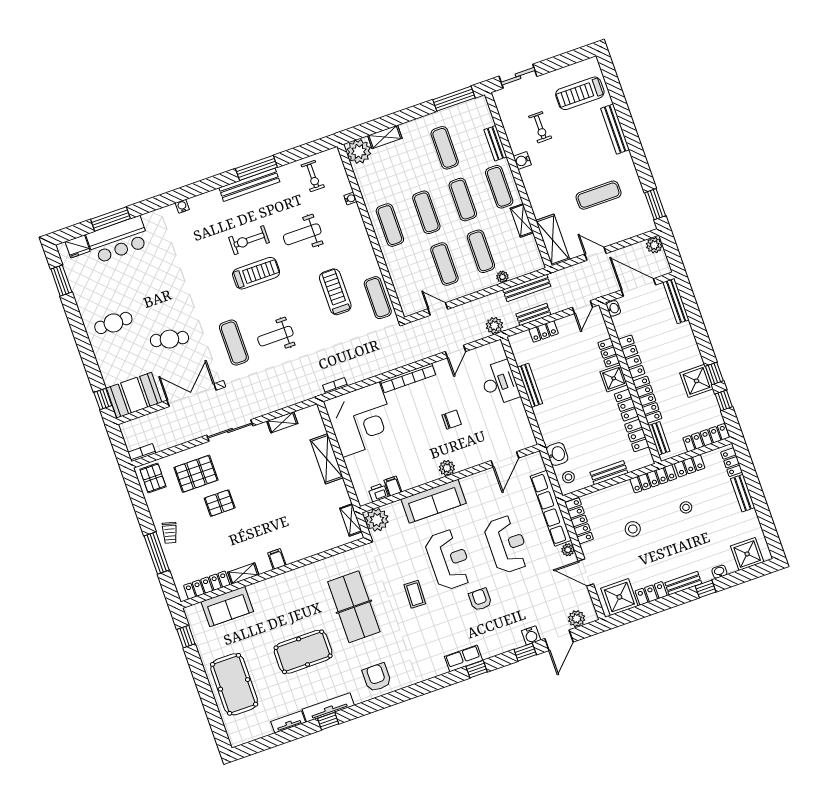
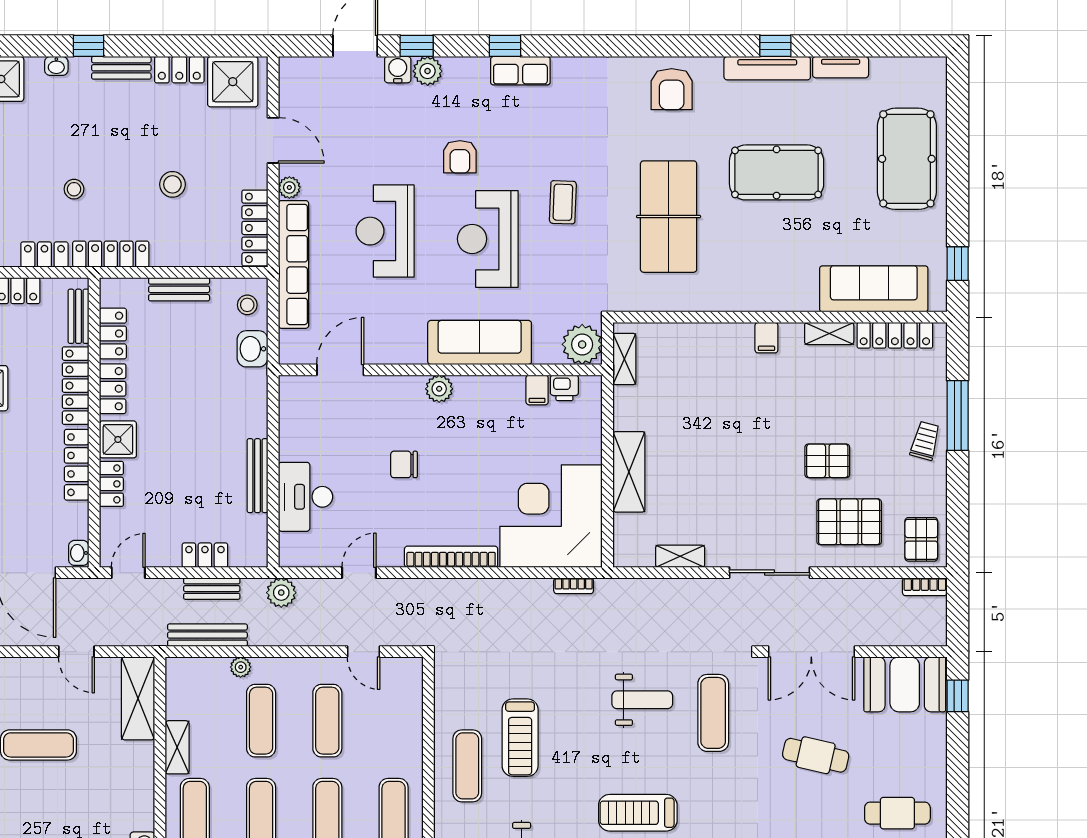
exercise mat: (378, 298) -> (467, 766), moved
sofa: (227, 607) -> (874, 289), width x1.36
plant: (577, 619) -> (428, 71), moved

